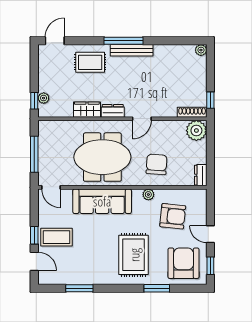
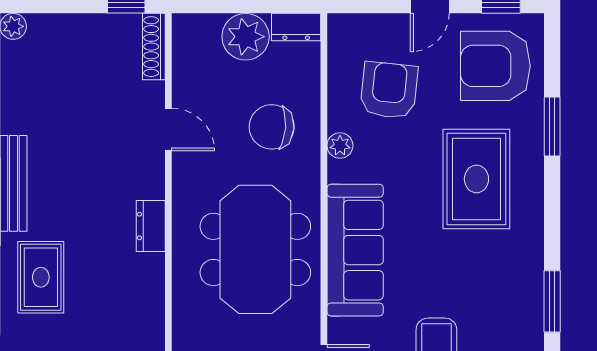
wardrobe: (87, 110) -> (148, 284), removed
door: (142, 119) -> (168, 129), moved
plant: (196, 131) -> (246, 37), moved
rug: (134, 255) -> (476, 179), turned 90

